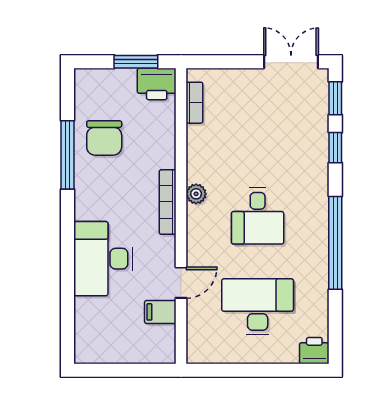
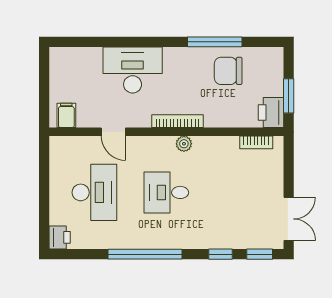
filing cabinet: (160, 312) -> (66, 115), moved

